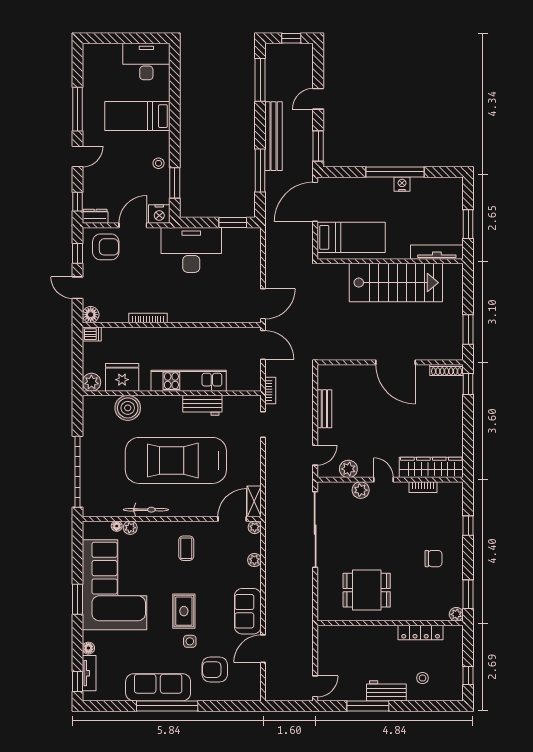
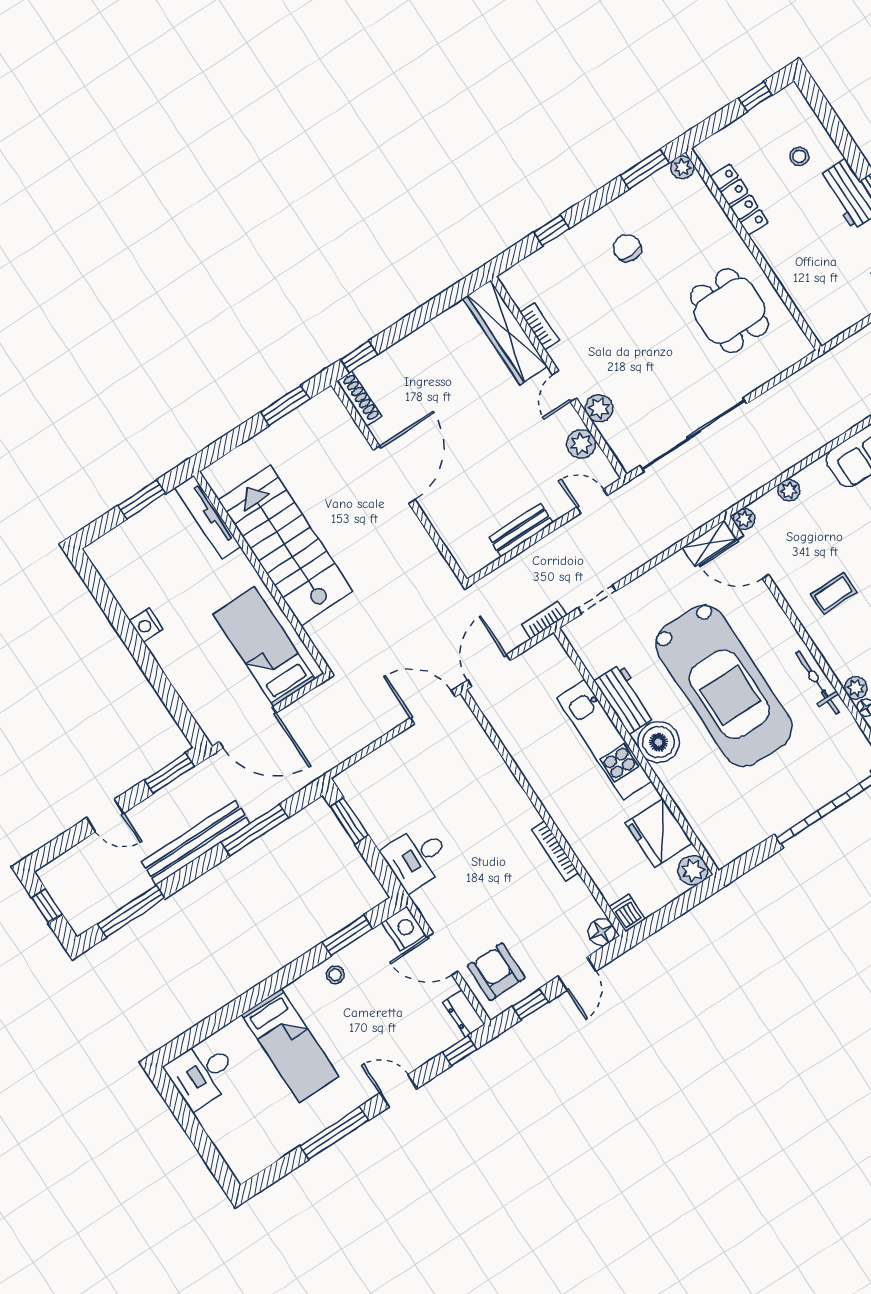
desk: (146, 62) -> (202, 1073), width x0.73
window: (395, 172) -> (136, 646), removed
desk: (191, 250) -> (417, 857), width x0.53, depth x0.77
boiler: (128, 408) -> (658, 742), moved

